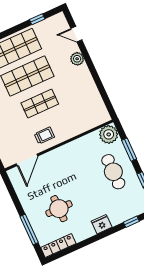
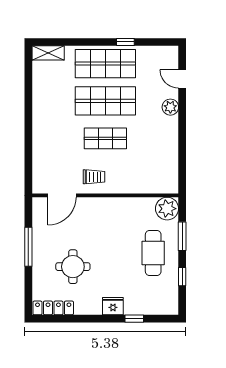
window: (37, 19) -> (125, 42), moved
window: (131, 222) -> (134, 319), moved
window: (29, 230) -> (28, 247), moved

